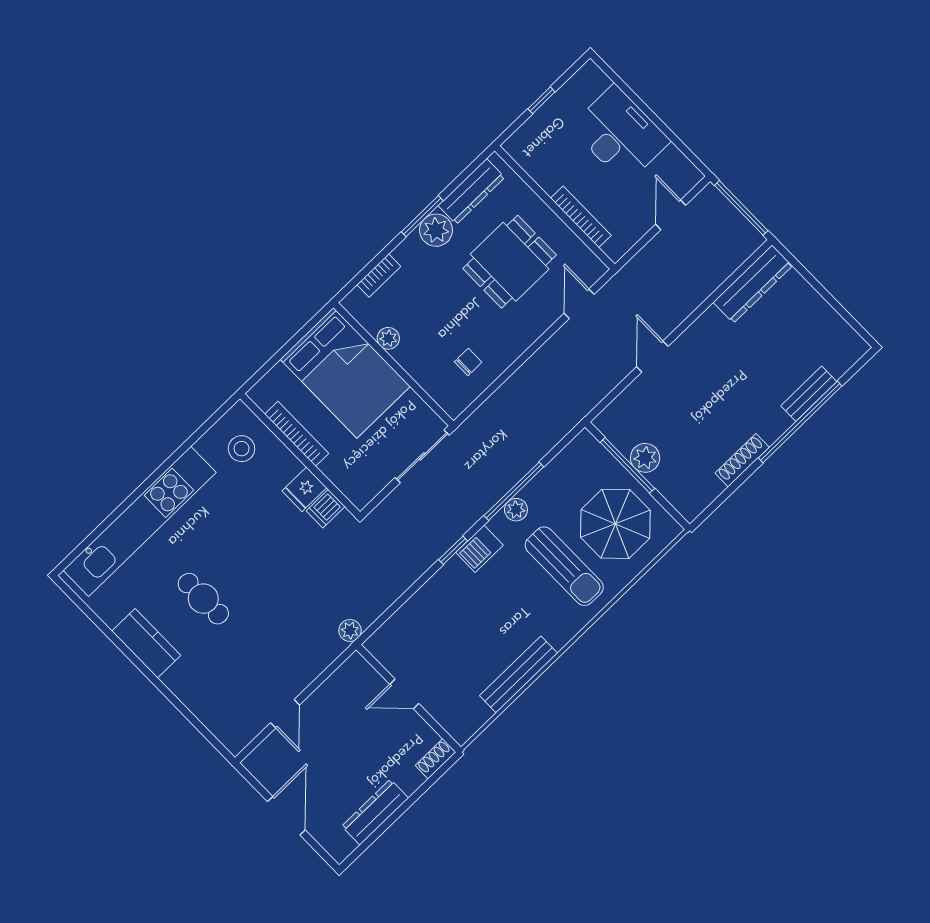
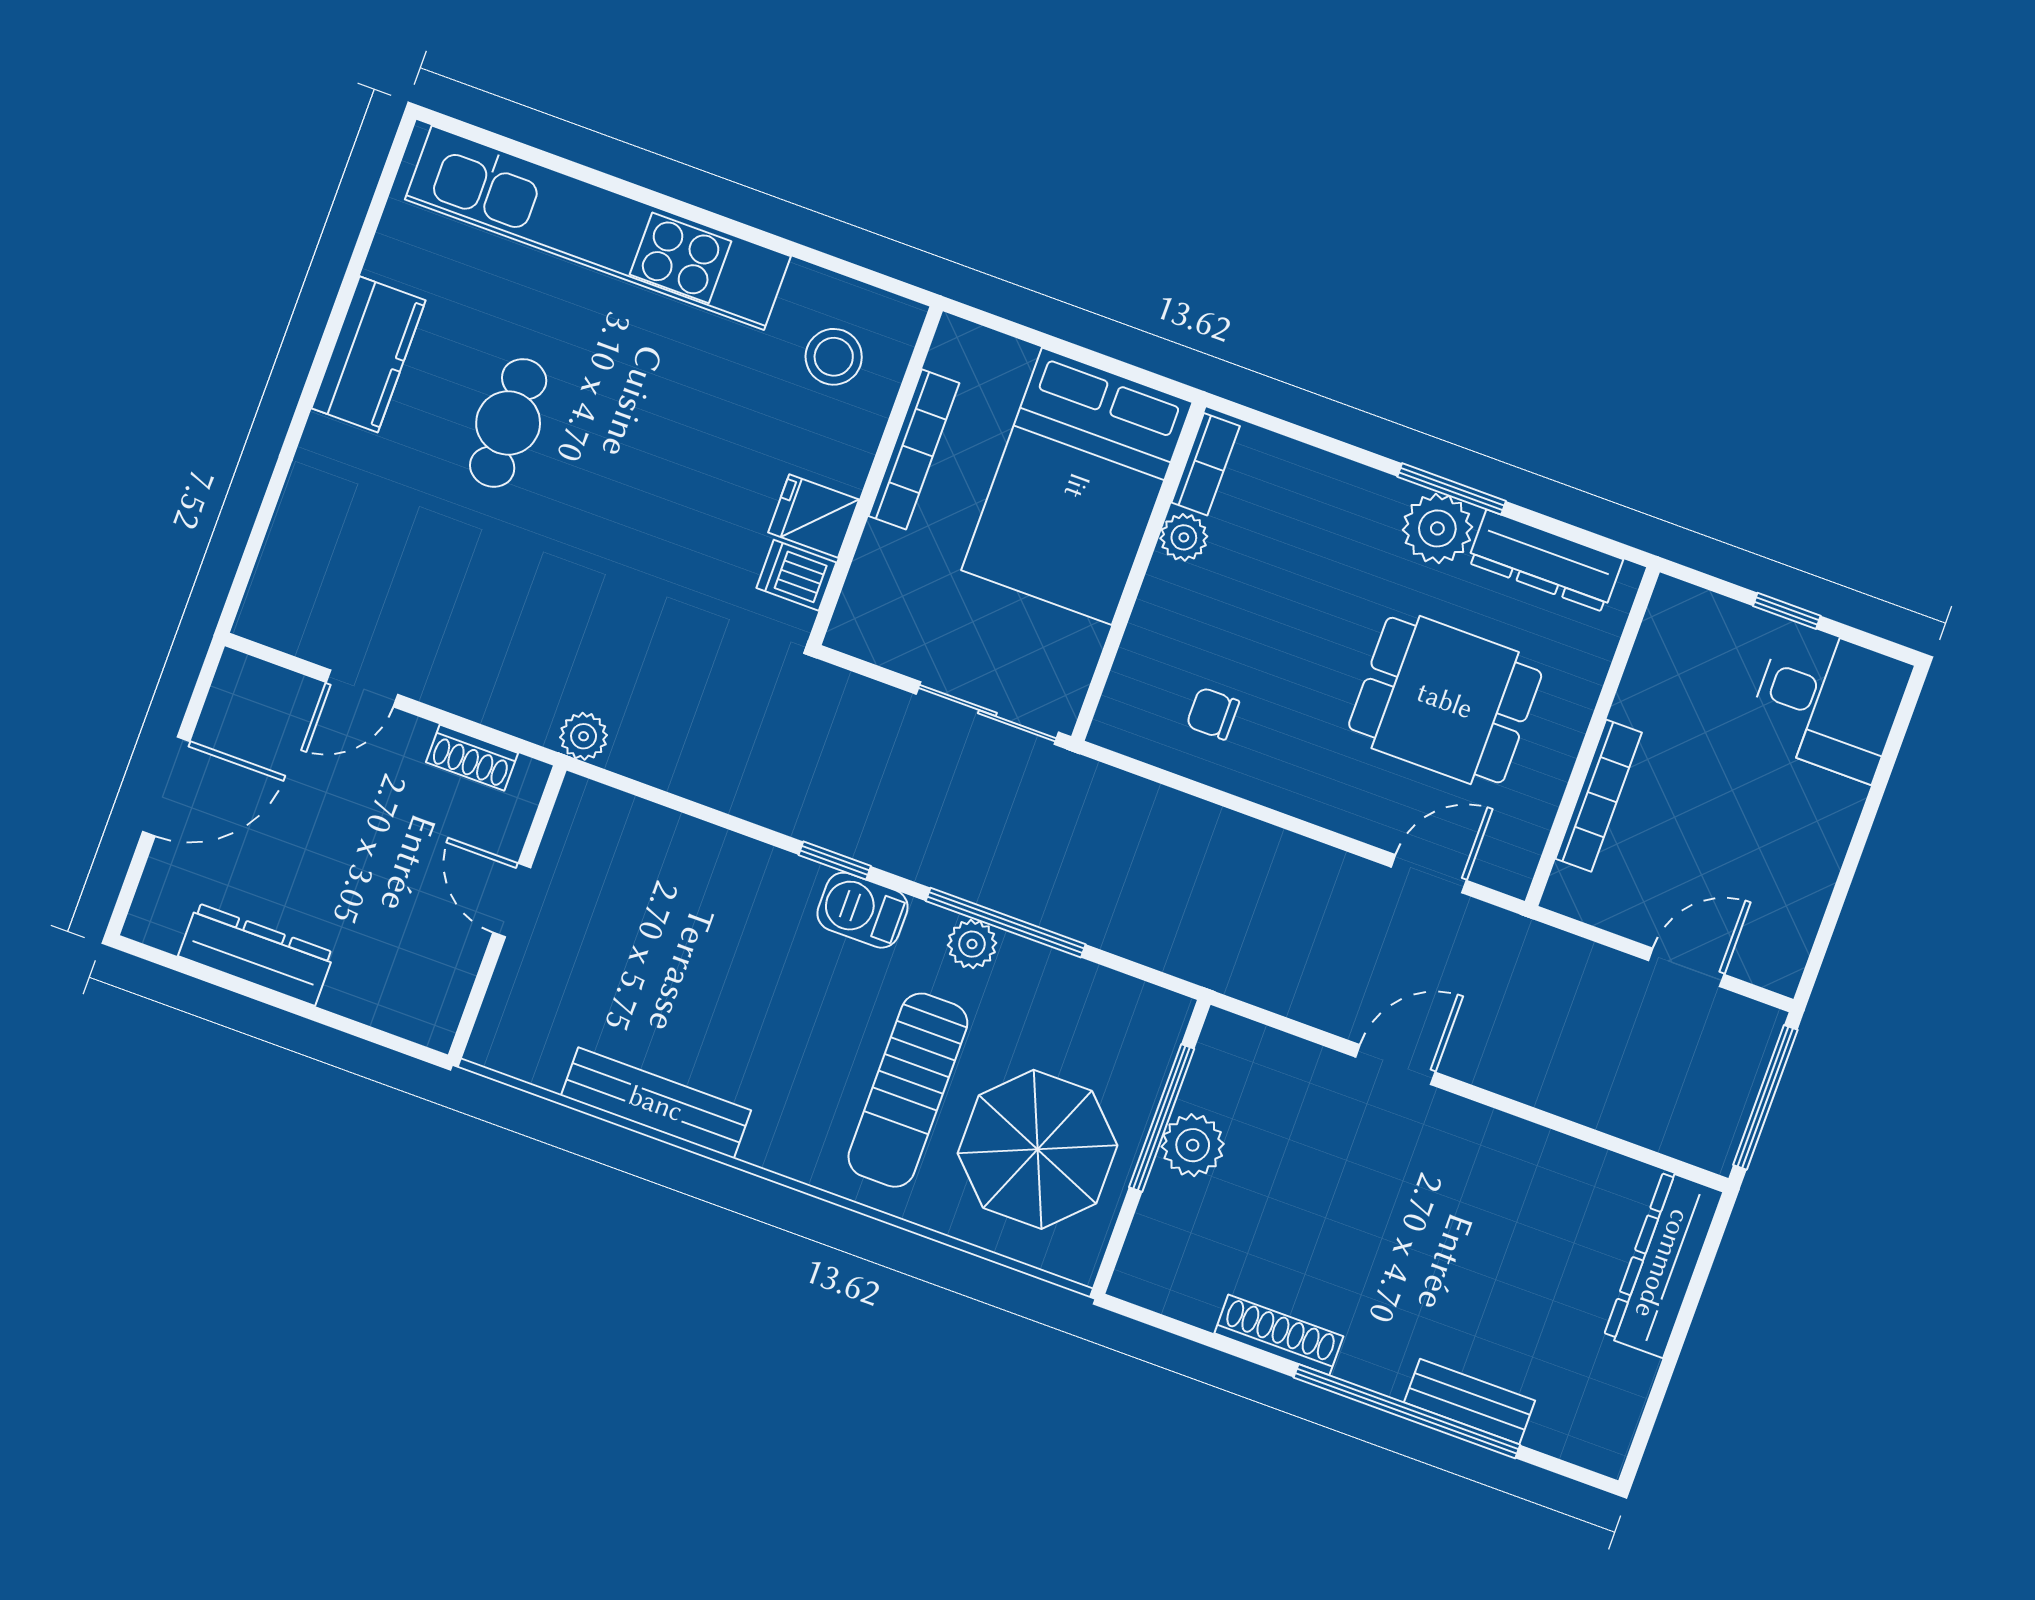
desk: (620, 134) -> (1828, 702), moved, width x0.73
bookcase: (379, 276) -> (1206, 464), moved, turned -90
dresser: (753, 284) -> (1663, 1264), moved, turned 90
chair: (468, 362) -> (1213, 713), turned 180
shoe rack: (436, 759) -> (472, 758), moved, turned 180

